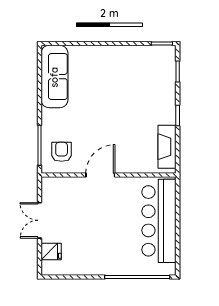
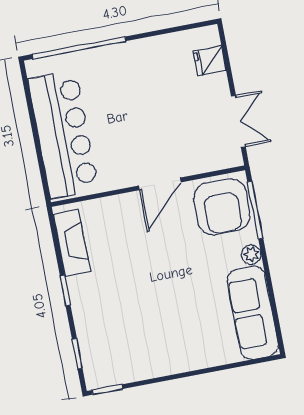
plant: (48, 116) -> (251, 255), added
armchair: (62, 152) -> (222, 207), width x1.88, depth x1.88
double door: (40, 220) -> (238, 121), moved

